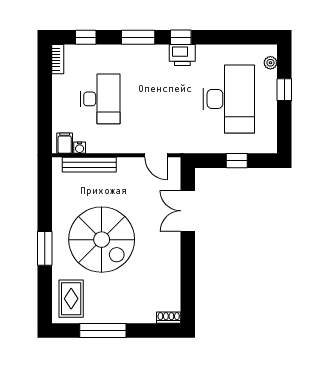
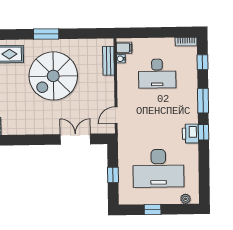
window: (284, 90) -> (153, 209), moved
bench: (89, 165) -> (108, 61), width x0.73

